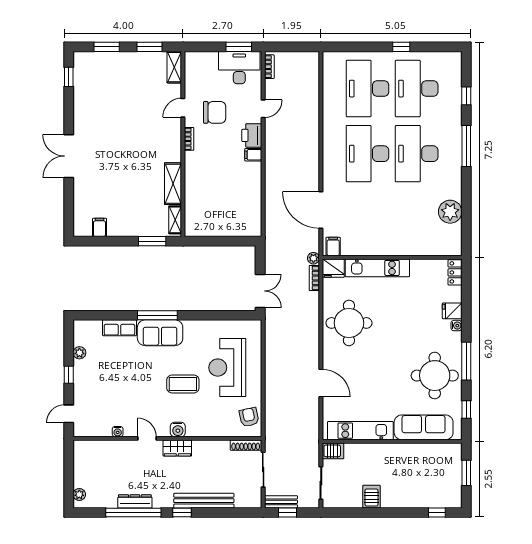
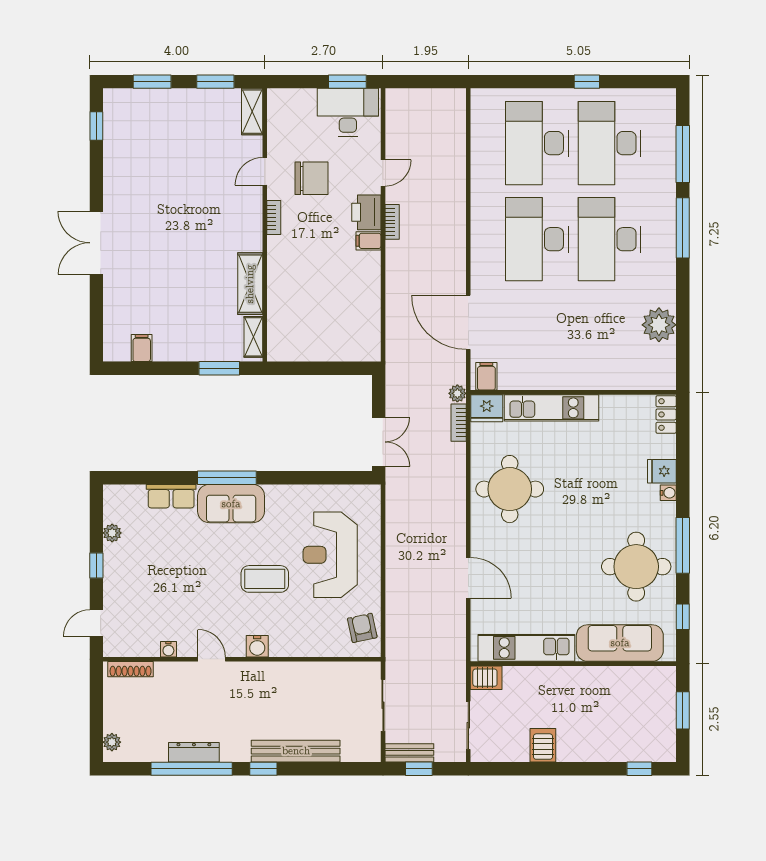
bookcase: (269, 67) -> (392, 222), moved
window: (466, 96) -> (683, 154), width x2.17
shoe rack: (246, 445) -> (131, 669), moved
wardrobe: (177, 448) -> (257, 674), removed

